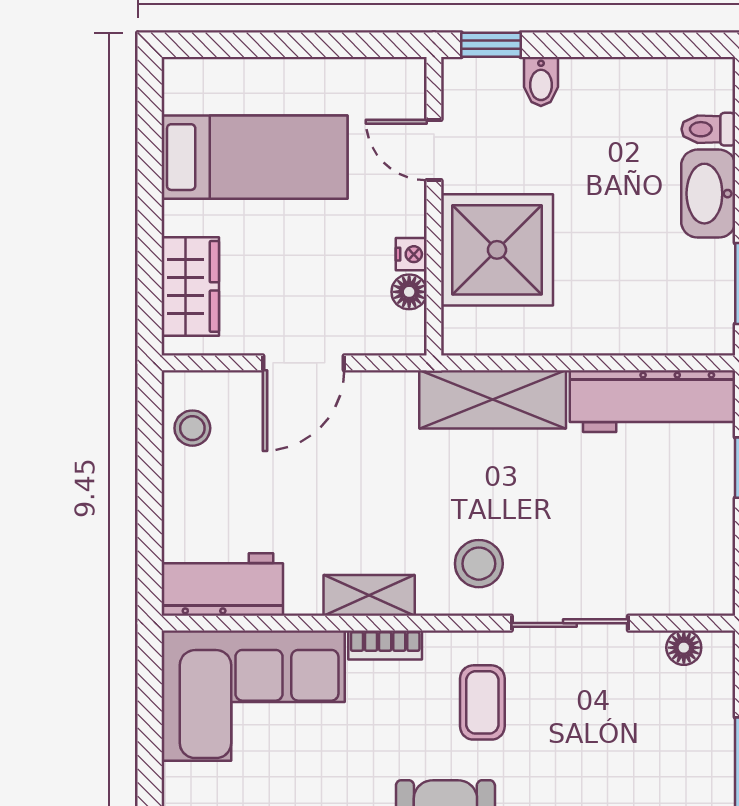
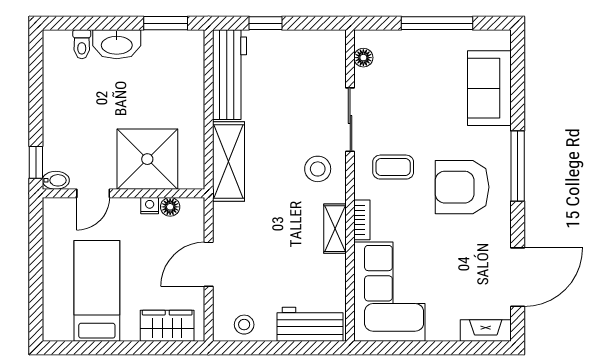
bidet: (541, 81) -> (56, 180), moved
door: (303, 363) -> (209, 264), swing flipped
workbench: (222, 585) -> (310, 324), moved, turned 90

